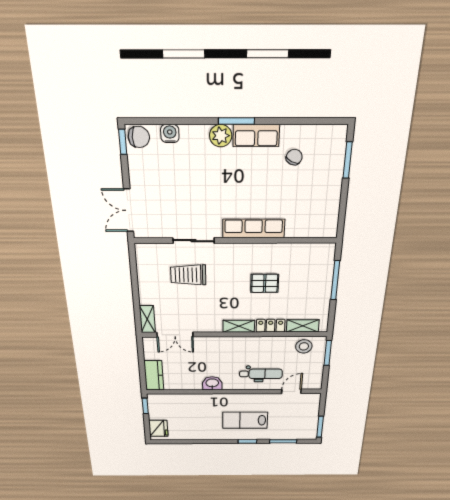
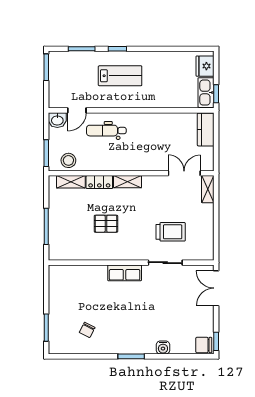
water cooler: (170, 133) -> (163, 348), moved
plant: (221, 136) -> (143, 346), removed
row of seats: (256, 136) -> (116, 346), removed
double door: (129, 210) -> (216, 288), swing flipped
row of seats: (254, 229) -> (125, 273), width x0.68
washbasin: (212, 383) -> (57, 120), moved
kitchen sink: (156, 407) -> (206, 93), added

